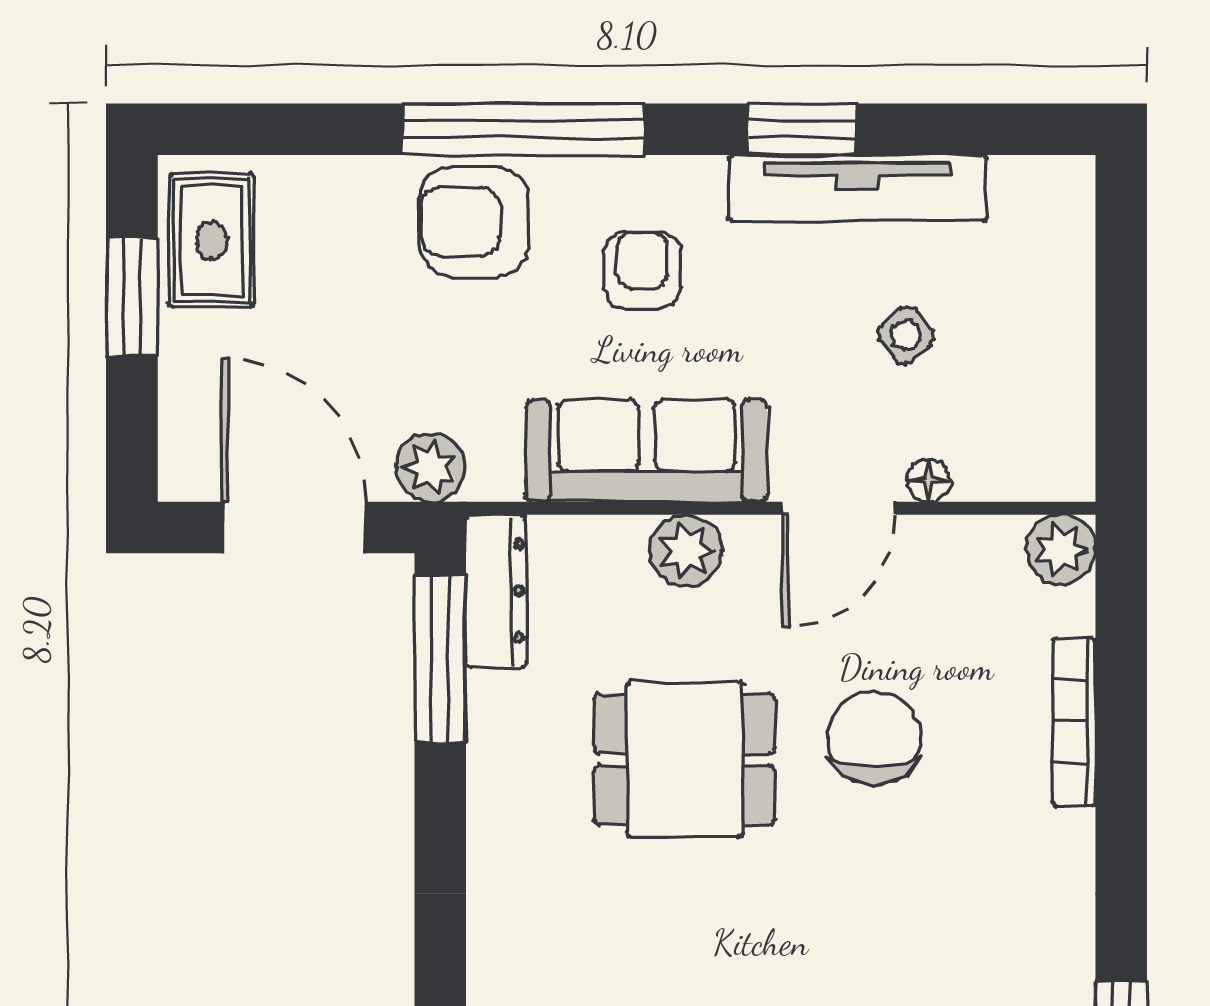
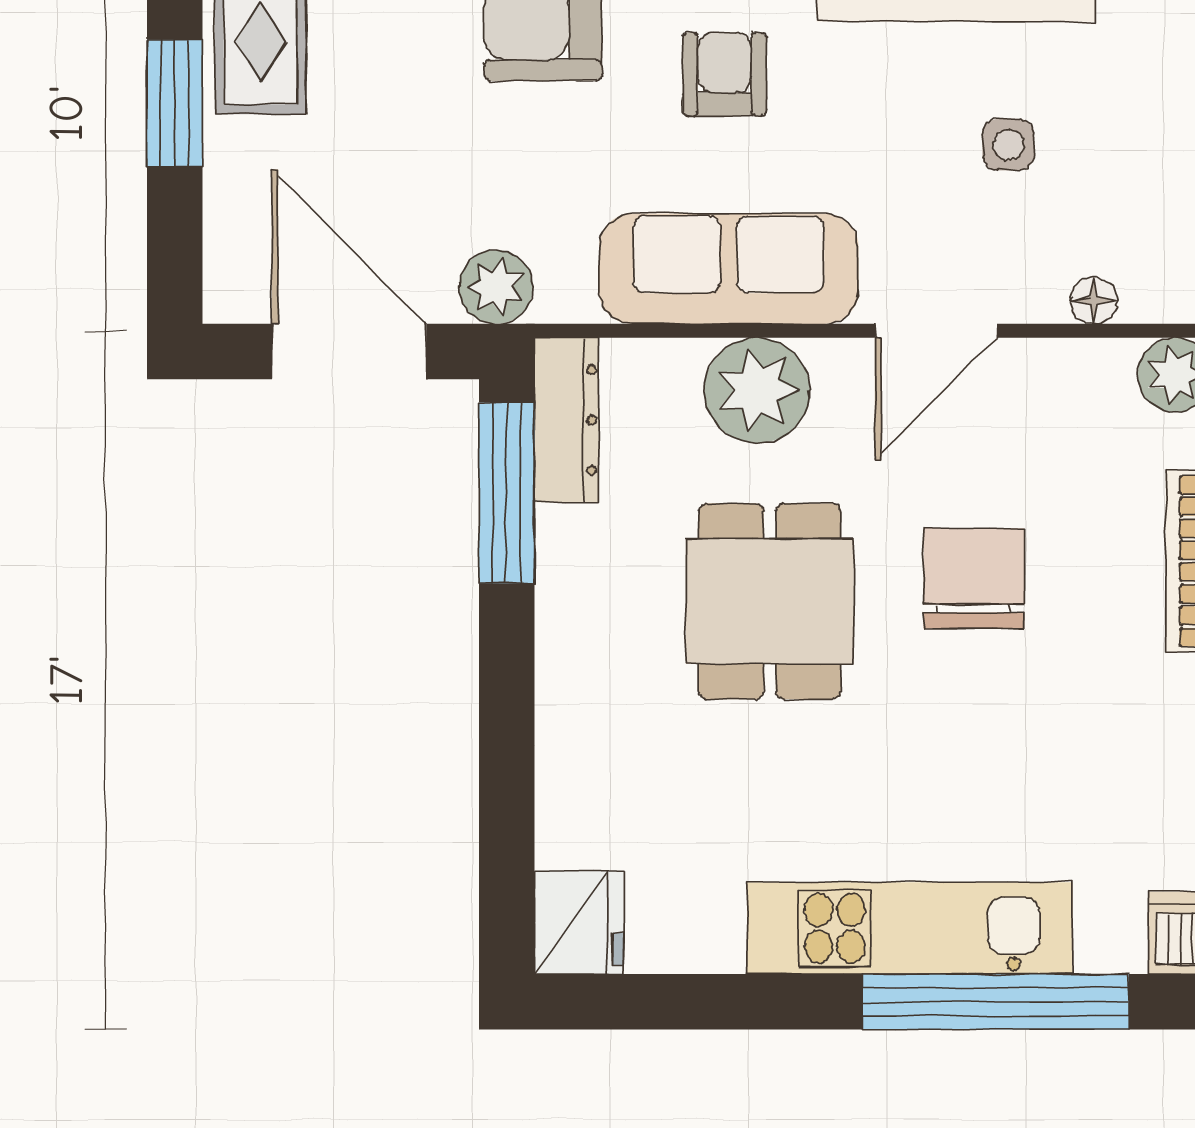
side table: (906, 335) -> (1008, 145), turned 38
floor lamp: (929, 480) -> (1094, 300), moved
plant: (686, 551) -> (757, 390), width x1.36, depth x1.36
dining table: (685, 760) -> (770, 601), turned 90

